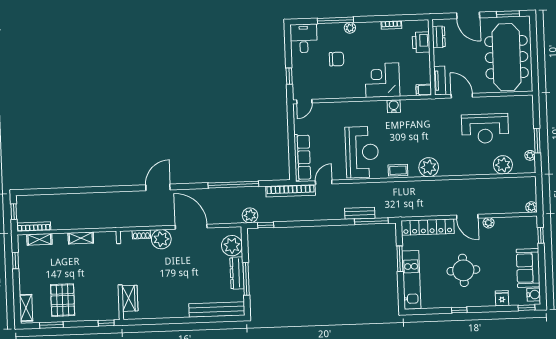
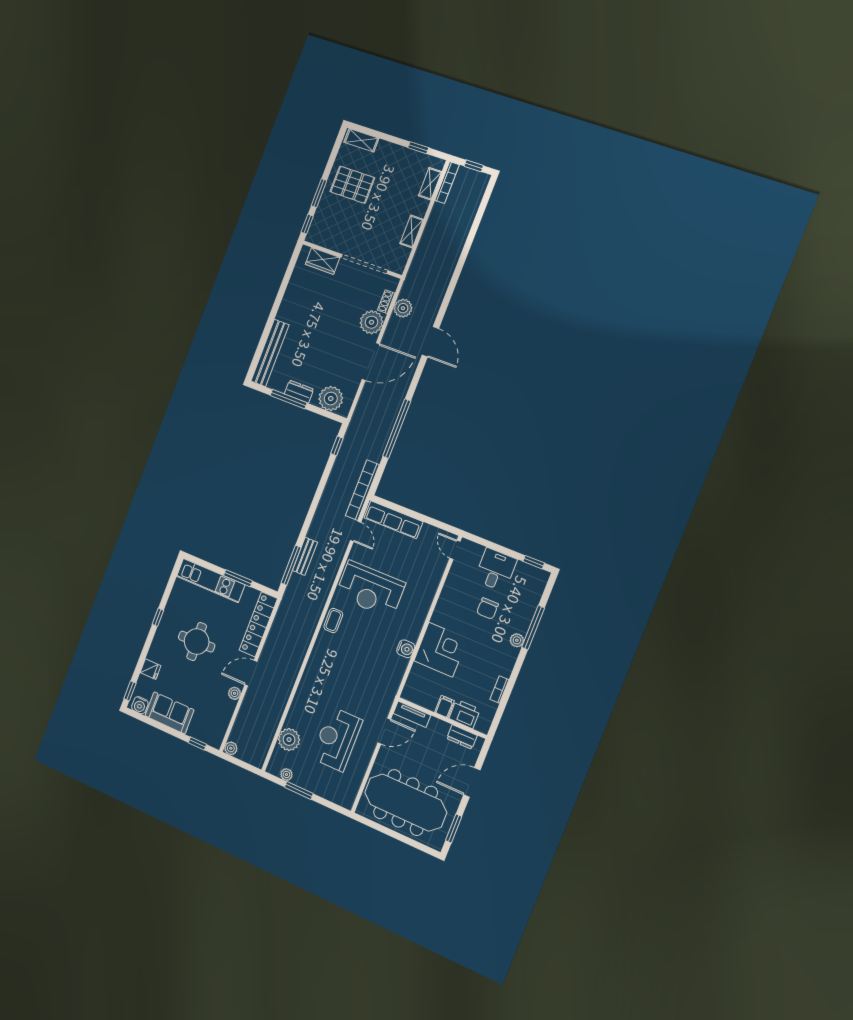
desk: (304, 38) -> (496, 570), moved, turned -90
window: (289, 76) -> (534, 562), moved
filing cabinet: (424, 90) -> (444, 707), moved
plant: (429, 167) -> (322, 656), removed
plant: (250, 215) -> (403, 308), moved
dresser: (237, 273) -> (299, 392), width x0.70
window: (51, 325) -> (319, 193), moved

